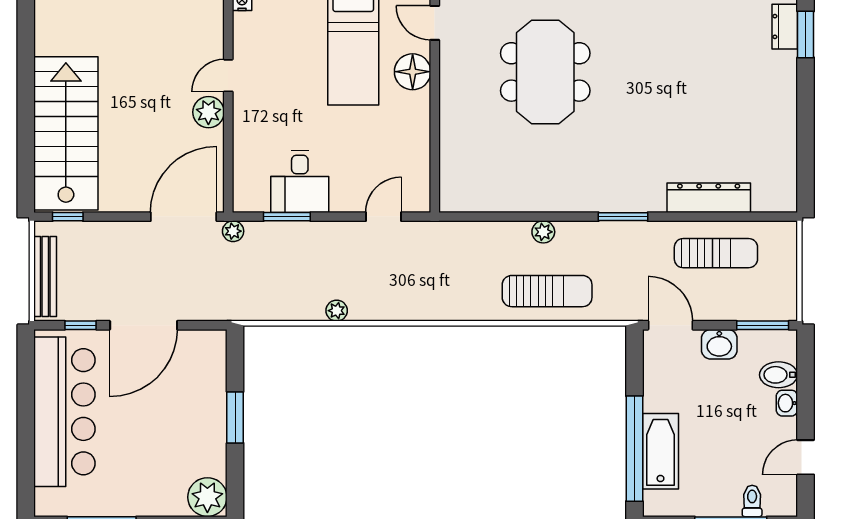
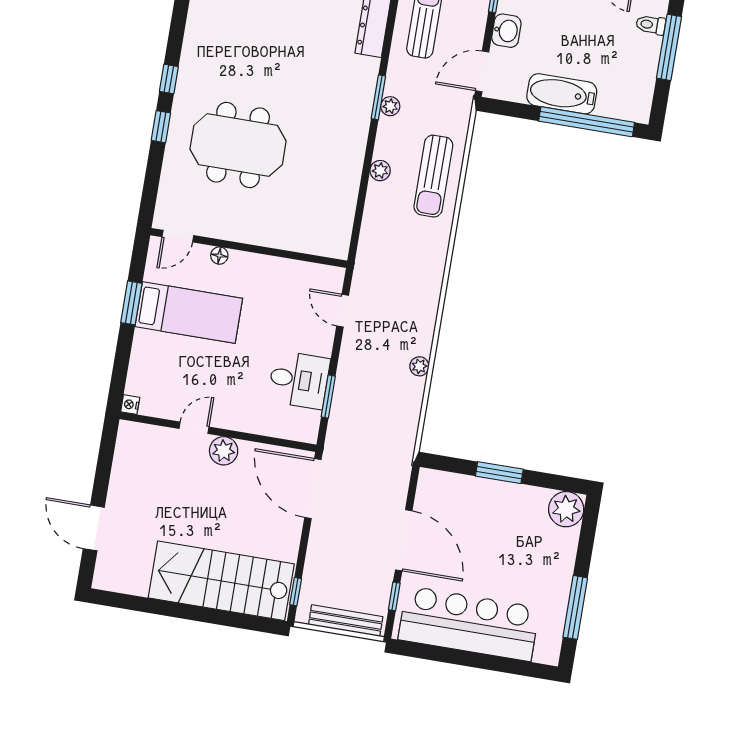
floor lamp: (413, 72) -> (219, 256), width x0.53, depth x0.53
door: (228, 76) -> (194, 428), swing flipped
plant: (233, 231) -> (390, 106), moved
sun lounger: (547, 291) -> (433, 176), turned 180
bathtub: (660, 451) -> (562, 94), moved

